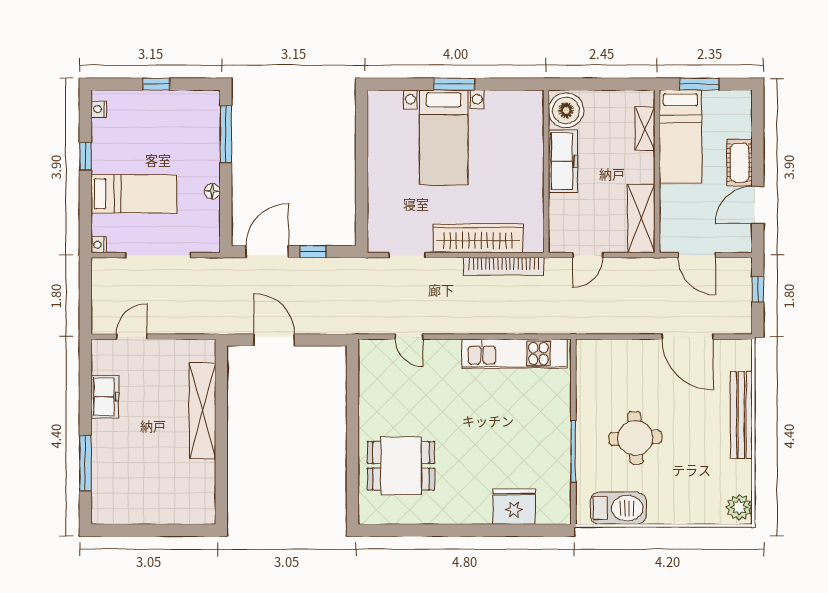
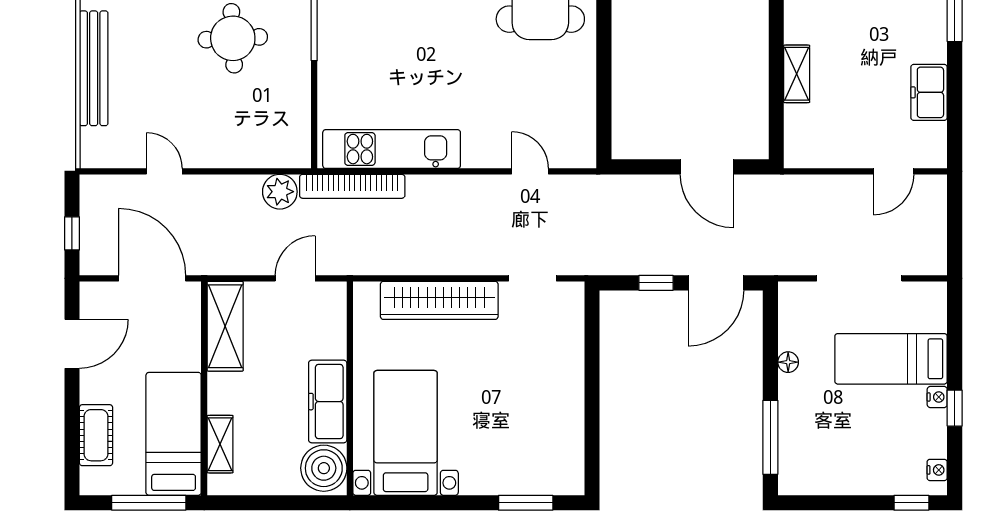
window: (157, 84) -> (911, 503), moved
window: (454, 84) -> (526, 503), moved
window: (699, 84) -> (149, 503), width x1.44
bed with nightstands: (444, 137) -> (406, 433), moved
cot: (740, 163) -> (96, 435), moved
nightstand: (99, 245) -> (937, 397), moved
door: (697, 255) -> (152, 278), width x1.36
bookcase: (504, 266) -> (352, 186), moved, turned 180
plant: (599, 321) -> (280, 192), added
door: (687, 337) -> (164, 171), width x0.53
shelving: (202, 411) -> (797, 74), width x0.45, depth x0.75

